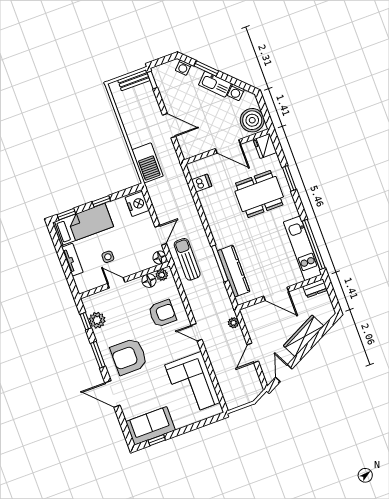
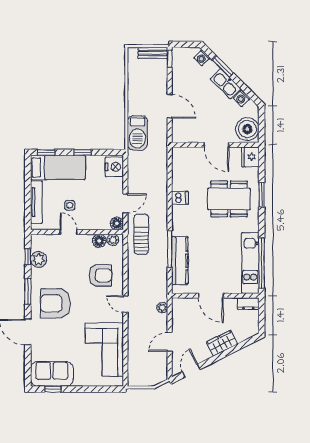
dishwasher: (202, 183) -> (180, 198), moved
tv unit: (72, 260) -> (36, 202), width x1.41
wardrobe: (304, 336) -> (222, 343), width x0.67

